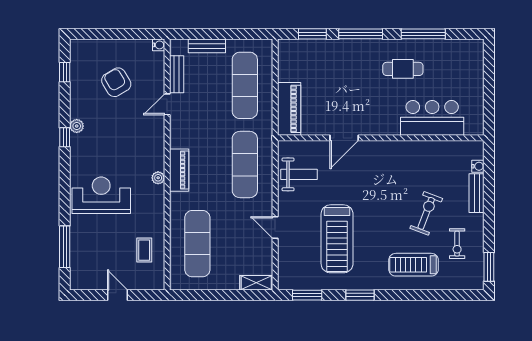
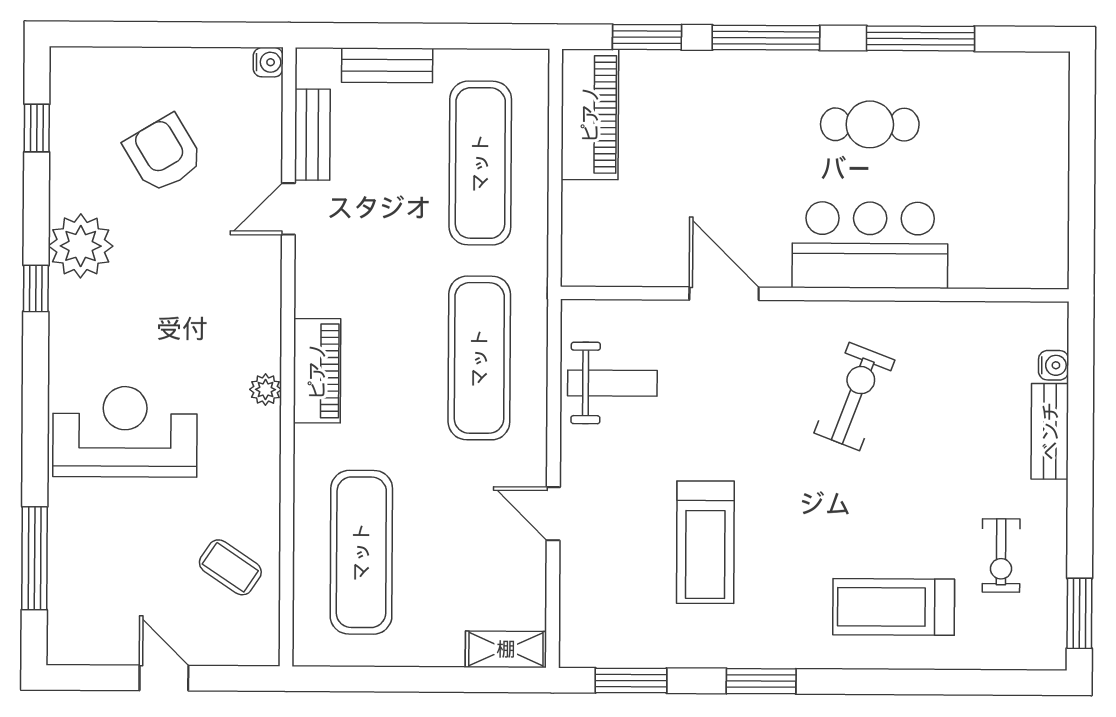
piano: (289, 109) -> (590, 114), moved
bar counter: (432, 118) -> (870, 245), moved
plant: (77, 126) -> (81, 246), width x1.88, depth x1.88
door: (344, 138) -> (724, 294), swing flipped
exercise bike: (426, 213) -> (854, 396), moved
treadmill: (337, 239) -> (705, 542), width x0.73, depth x0.73
coffee table: (144, 250) -> (230, 567), turned -56

